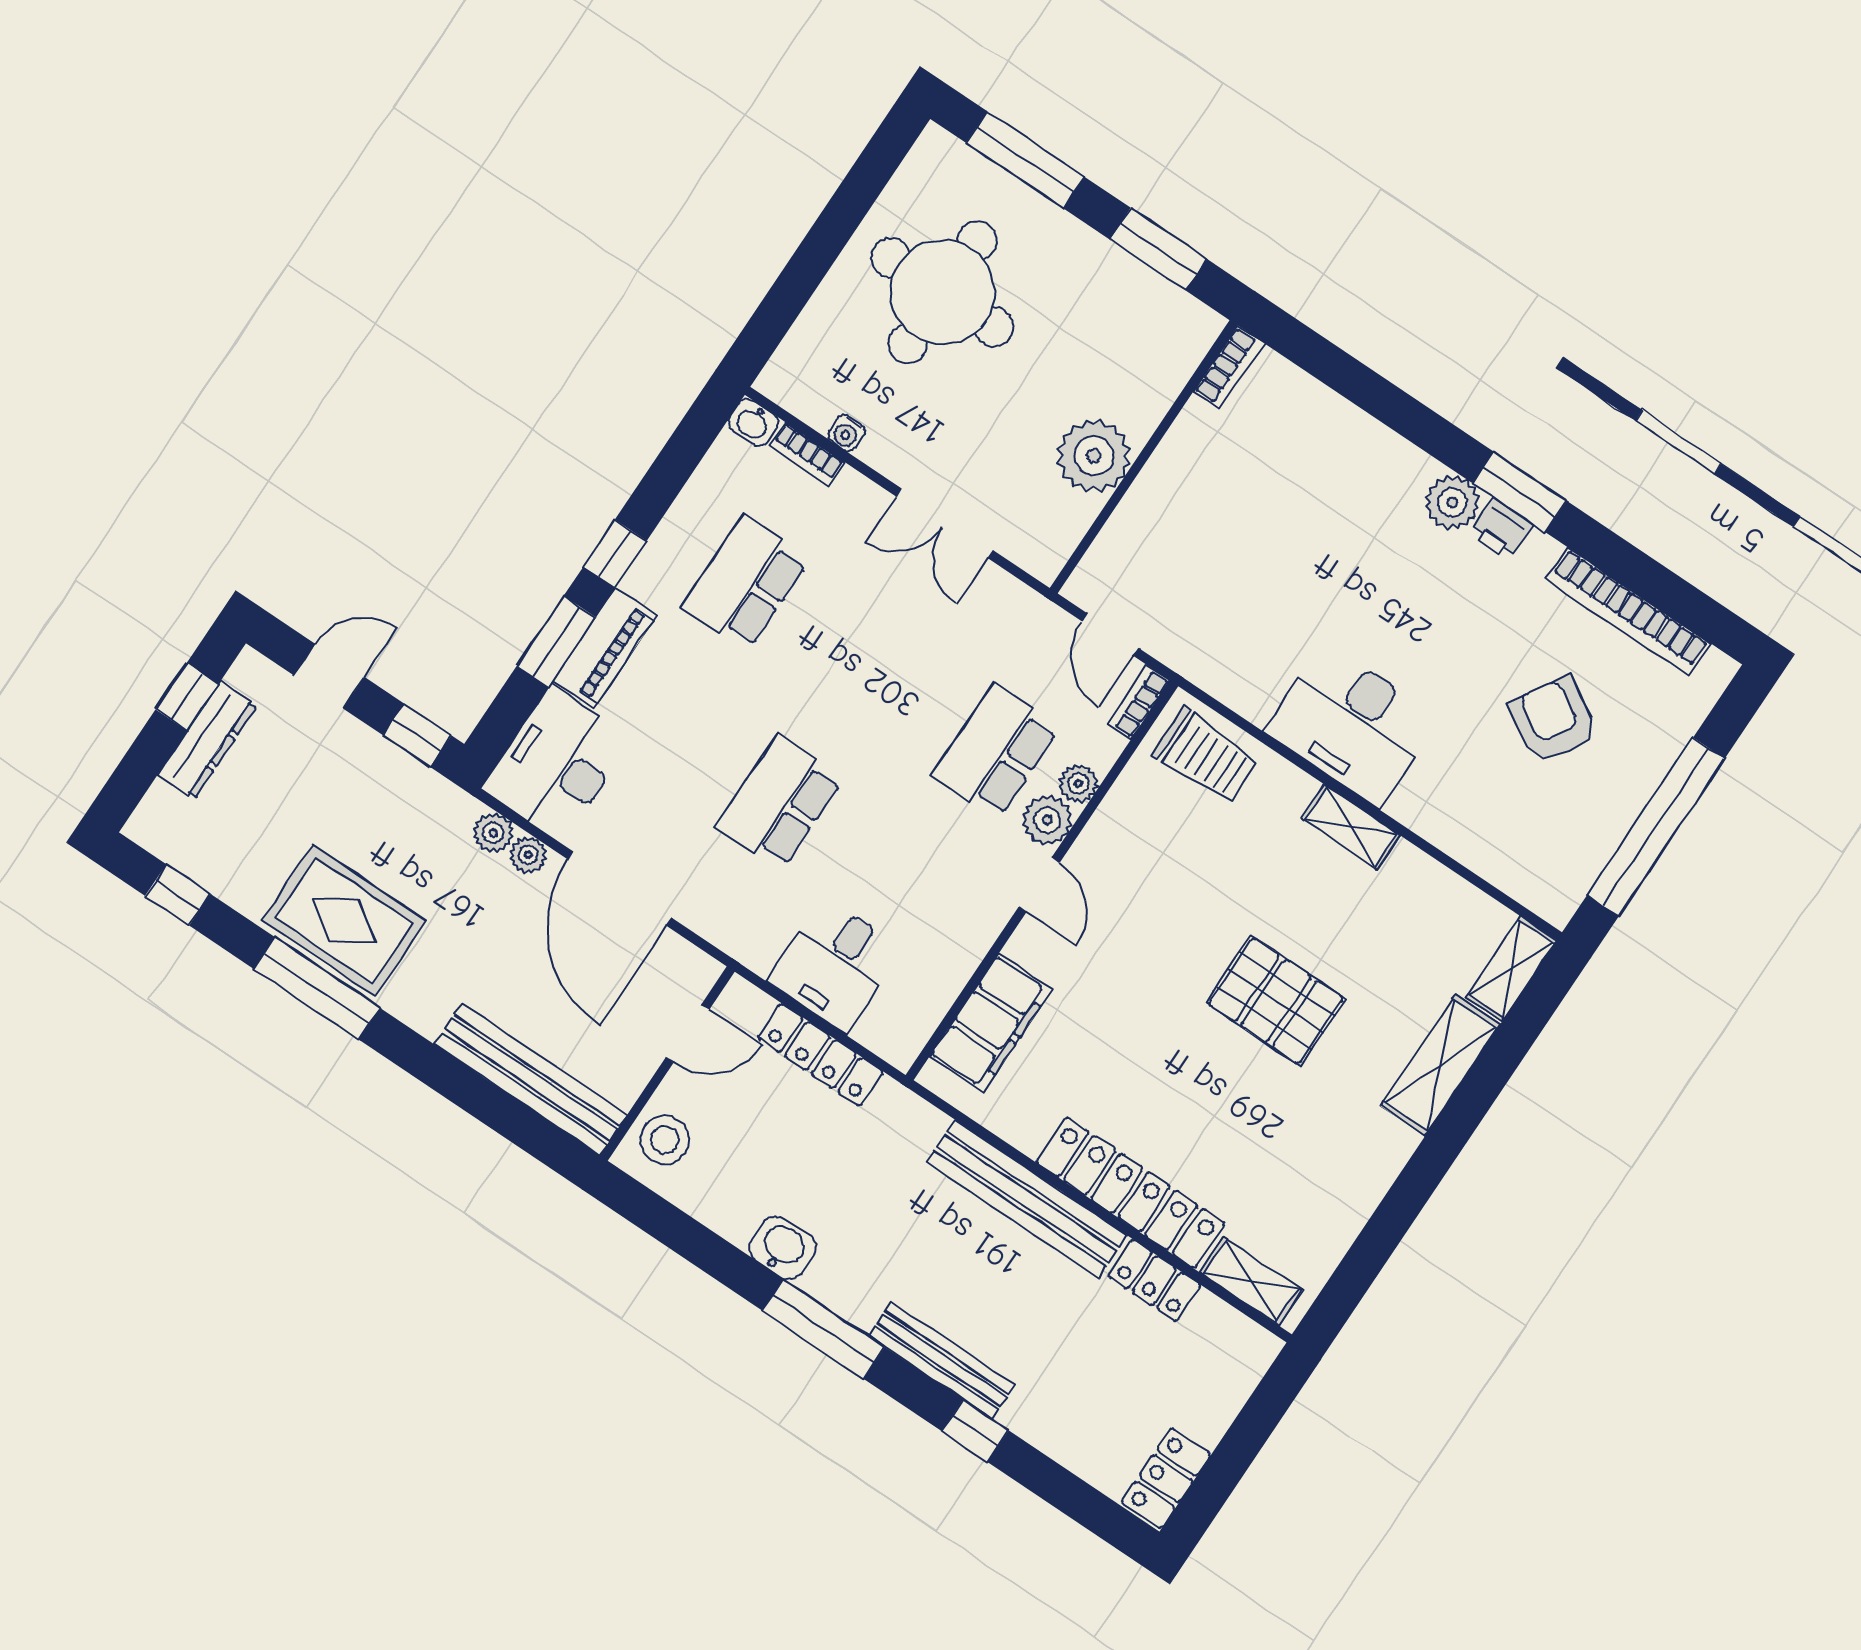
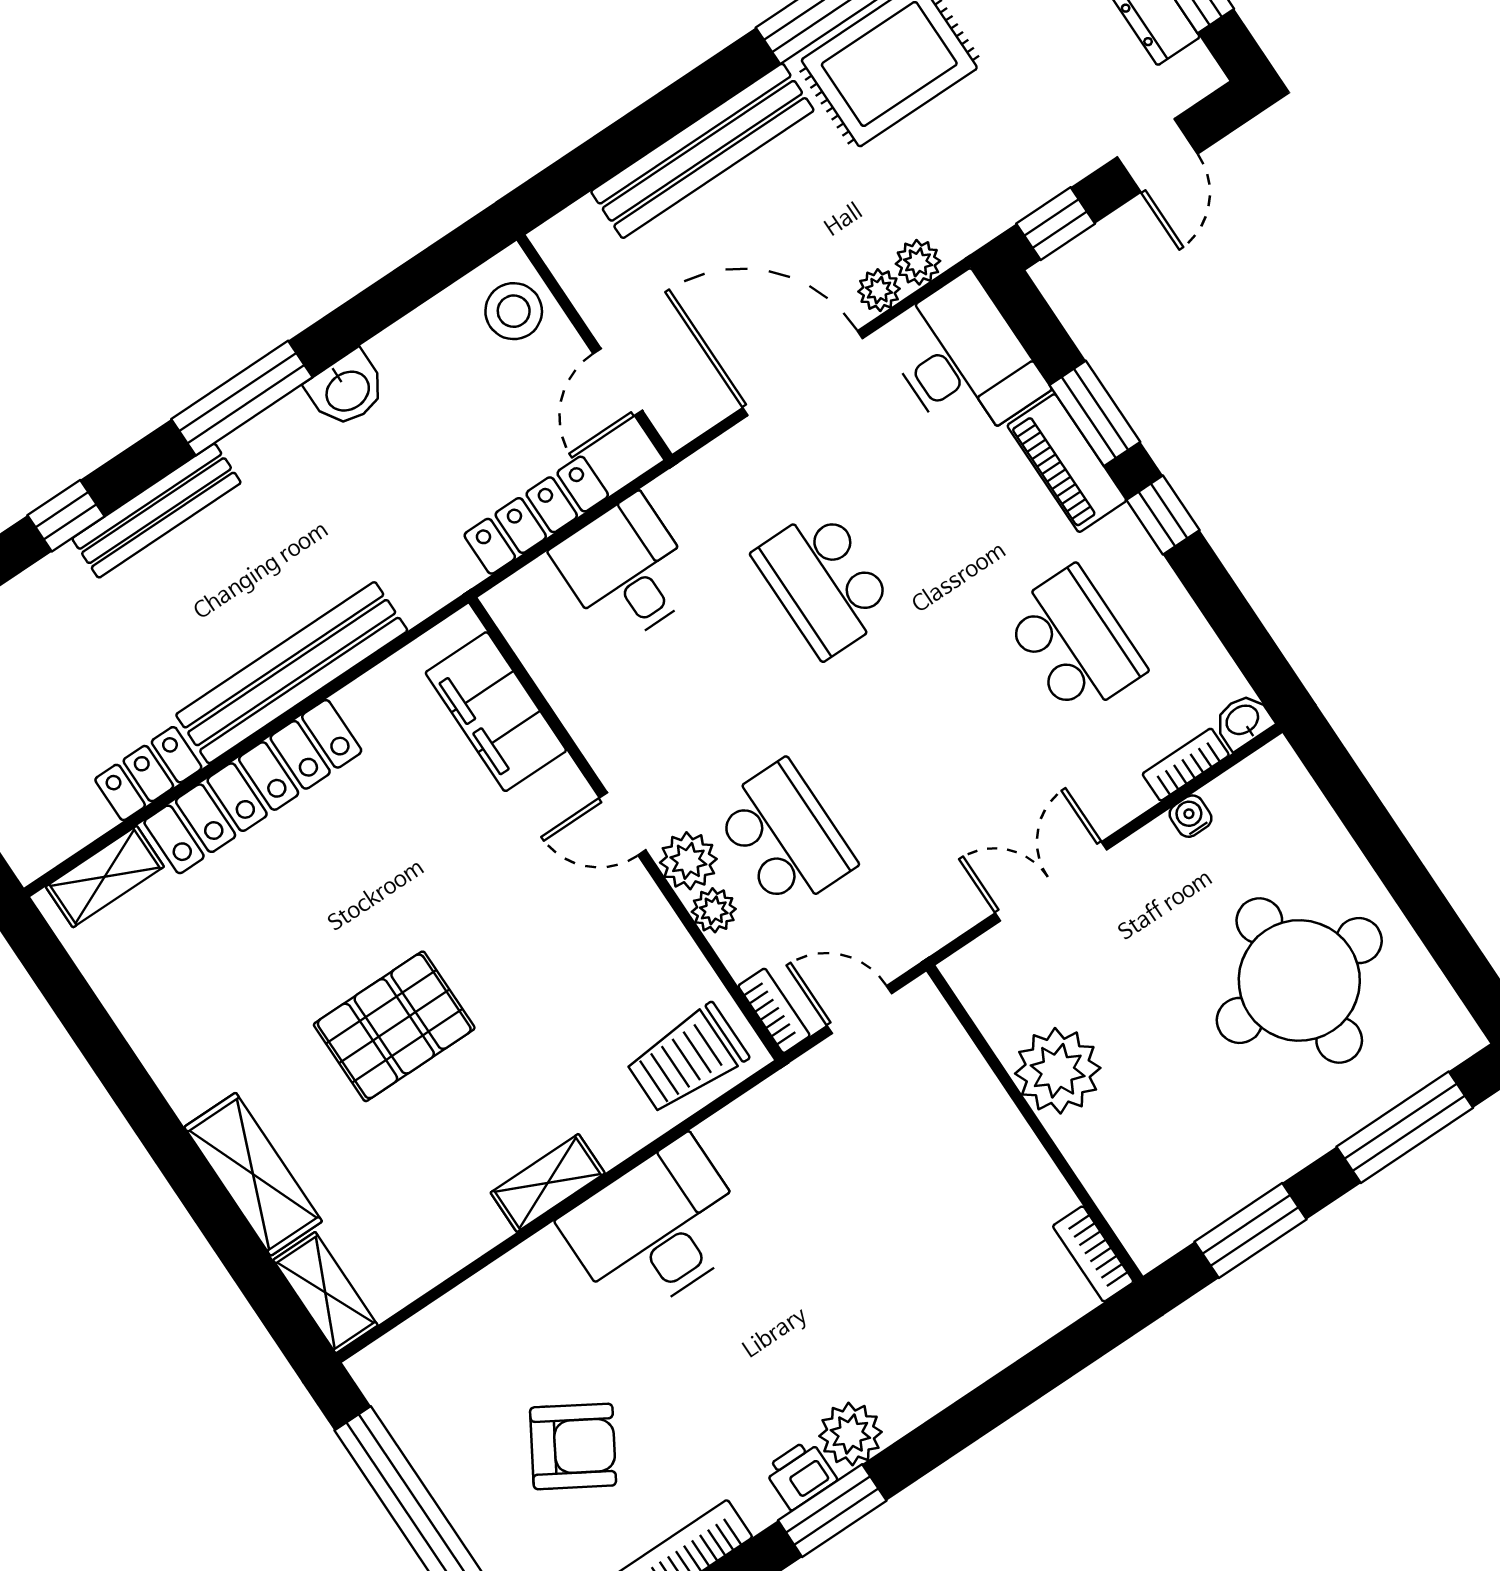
school desk: (780, 803) -> (824, 582), turned 180
bench: (531, 1079) -> (702, 151), moved

